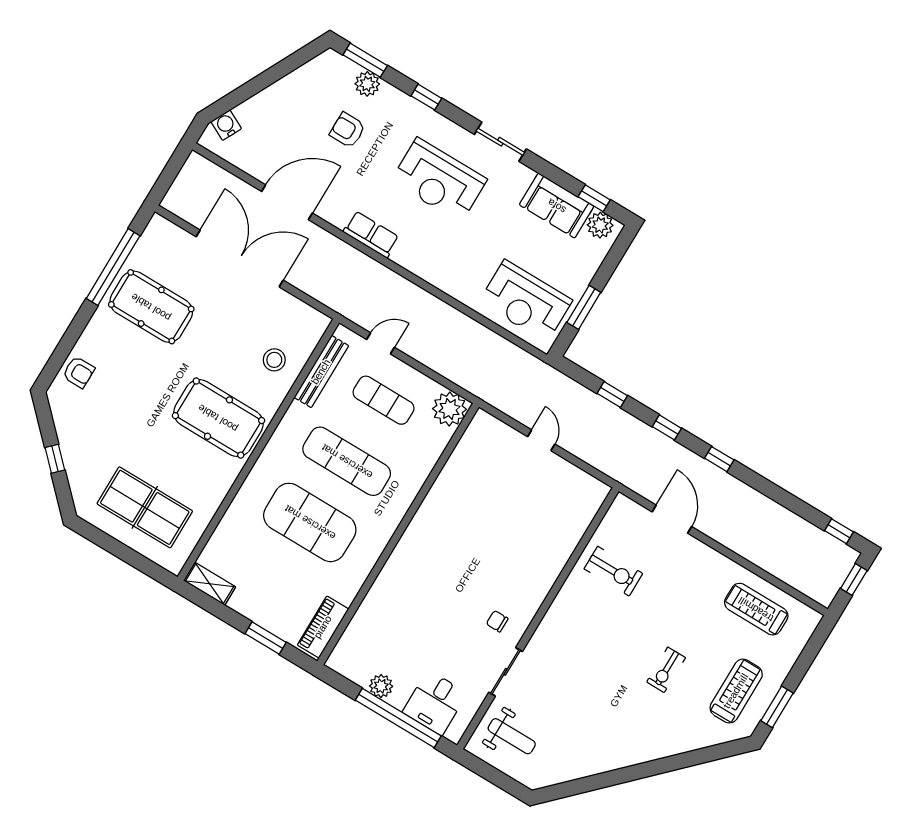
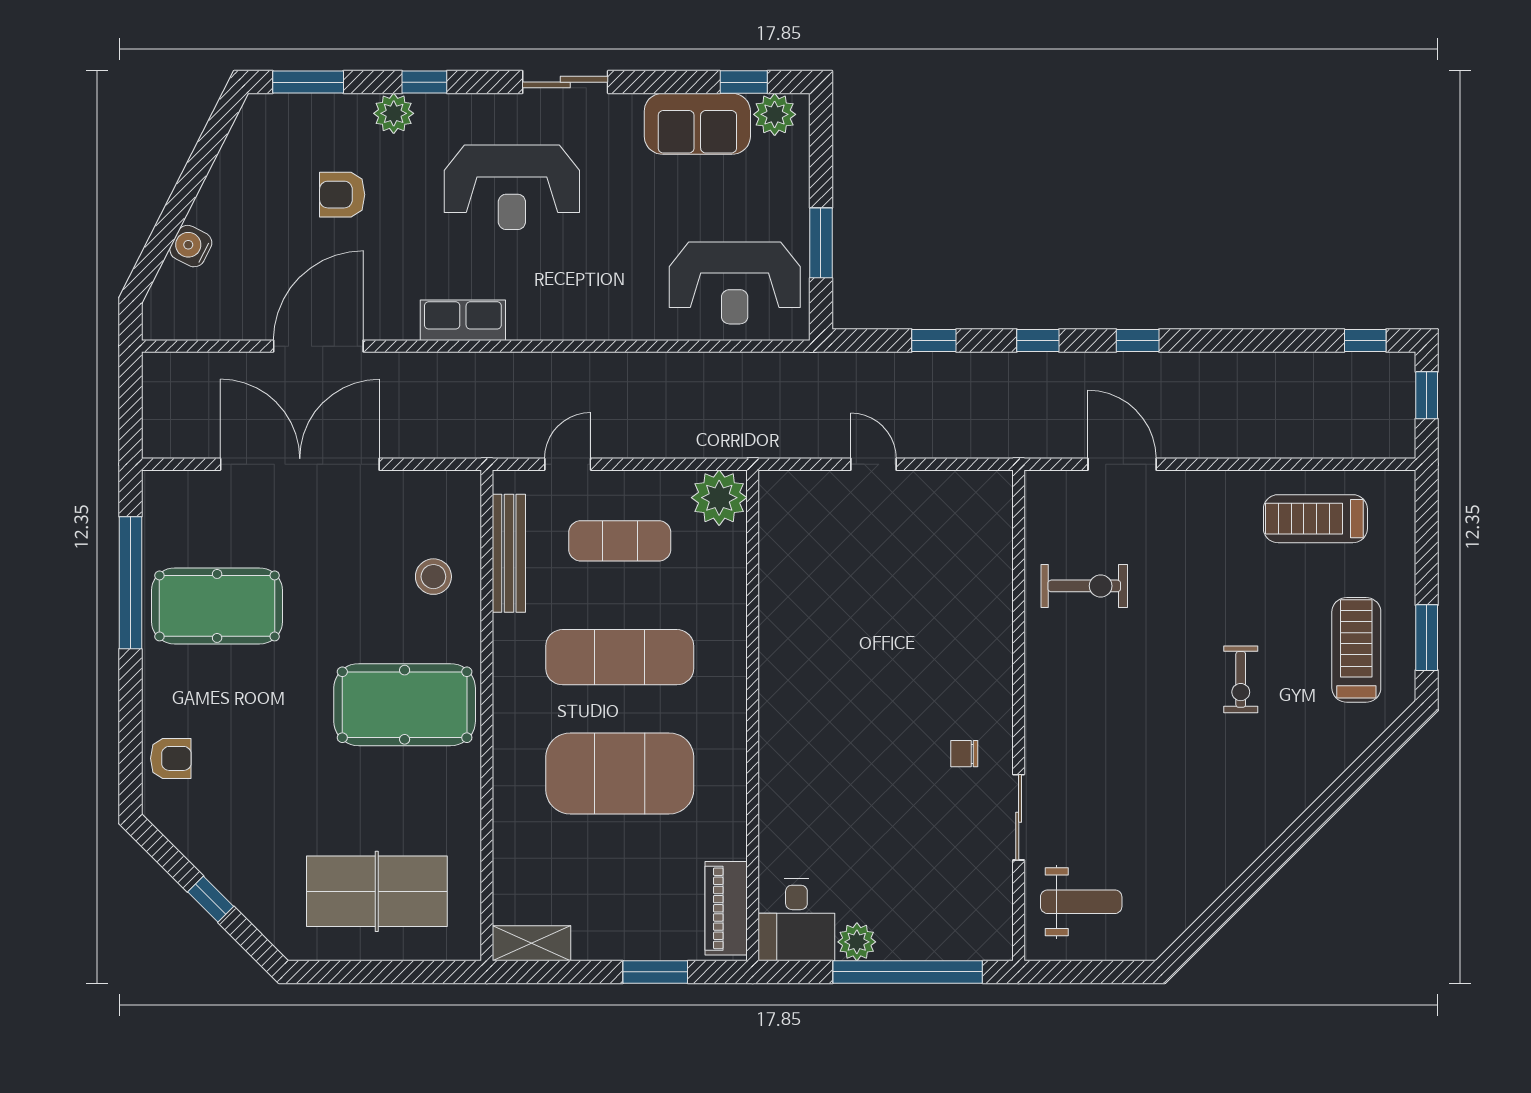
plant: (367, 84) -> (394, 113), moved
water cooler: (226, 125) -> (191, 246), moved
desk: (435, 703) -> (796, 920), moved

